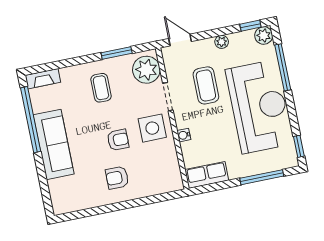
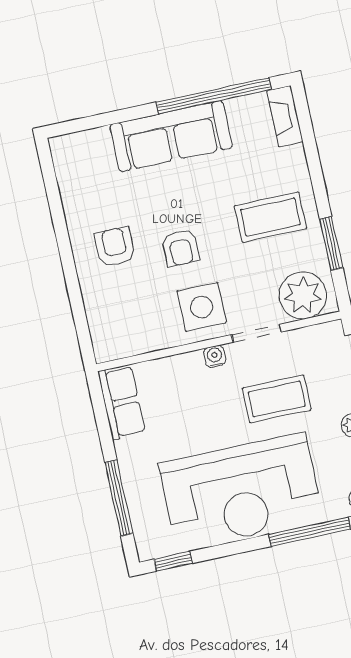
coffee table: (101, 88) -> (270, 217), width x1.36, depth x1.30
water cooler: (184, 135) -> (215, 356), moved

